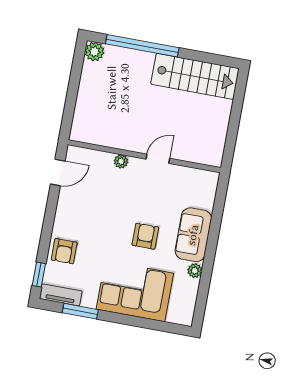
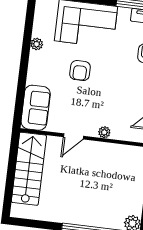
stairs: (195, 76) -> (29, 169), moved, turned 90
sofa: (193, 235) -> (36, 108), moved

